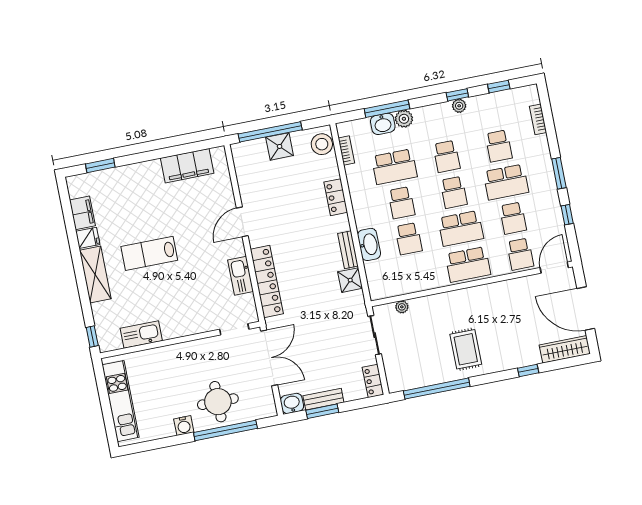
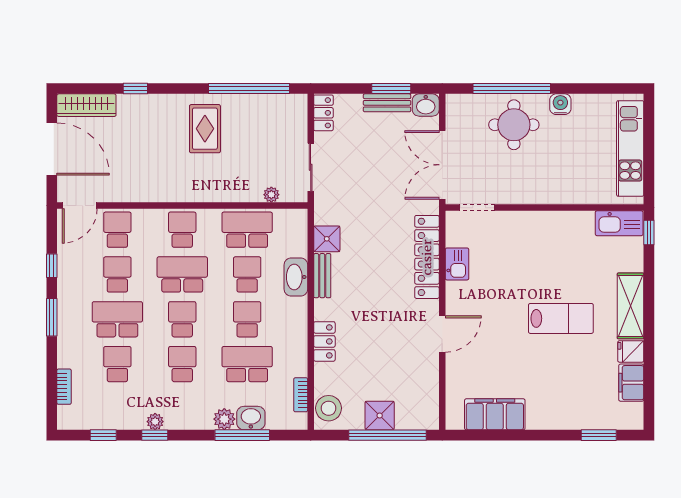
school desk: (468, 264) -> (182, 230), width x0.54
school desk: (416, 275) -> (247, 230), added
kitchen sink: (241, 276) -> (457, 264), width x0.73
kitchen sink: (141, 335) -> (619, 223), moved

